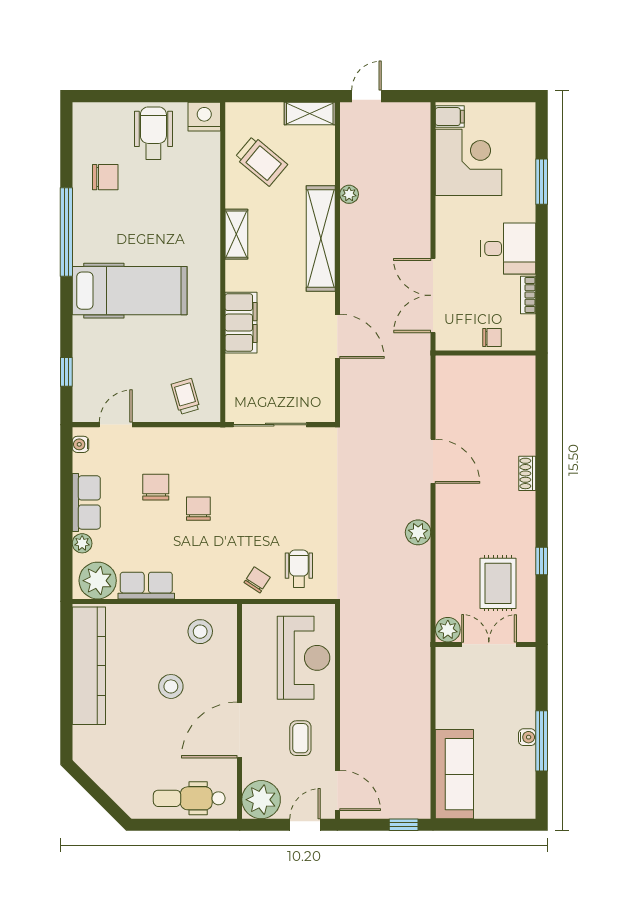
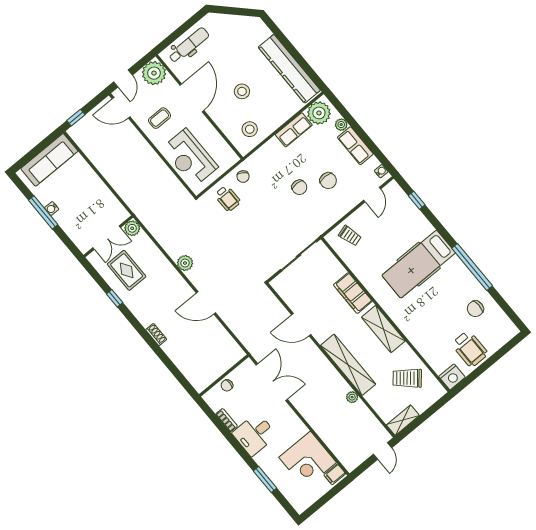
shelving: (236, 234) -> (383, 329), width x1.50, depth x1.33
coffee table: (300, 738) -> (160, 118), turned 90
sofa: (454, 774) -> (49, 160), moved, turned -90

